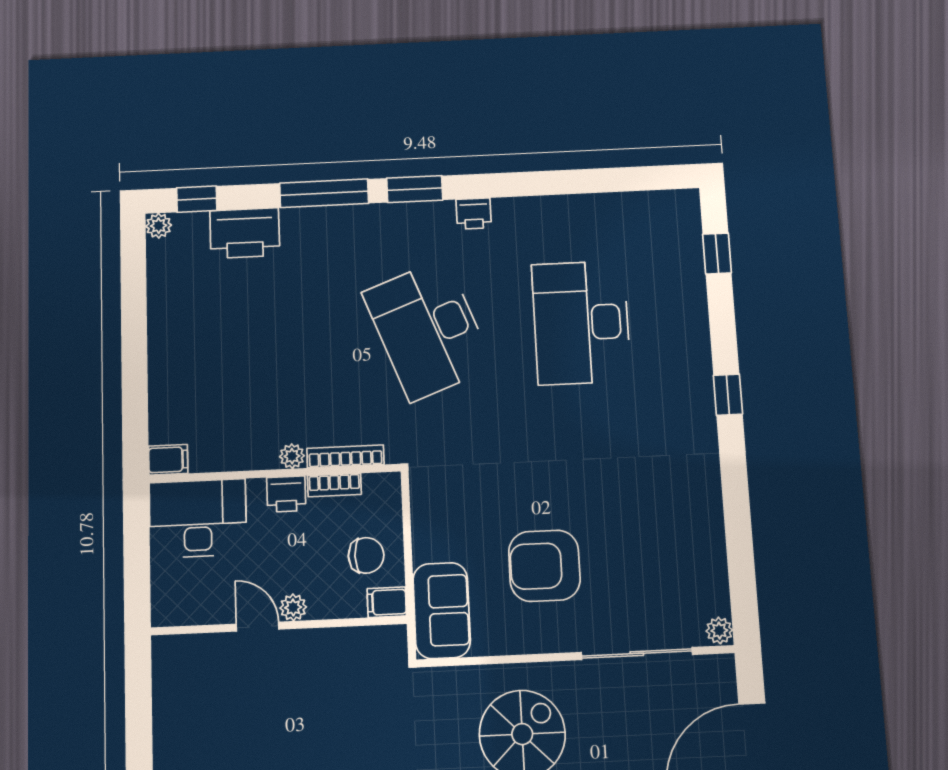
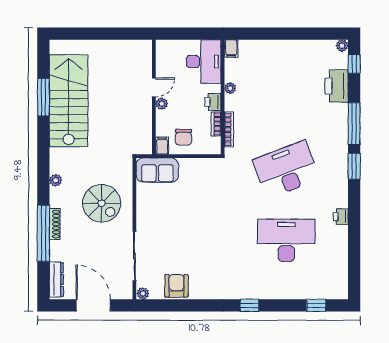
printer: (474, 214) -> (341, 217), moved
plant: (292, 456) -> (230, 88), moved
armchair: (544, 566) -> (176, 286), moved, width x0.73, depth x0.73

